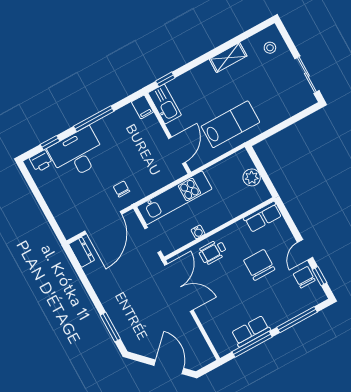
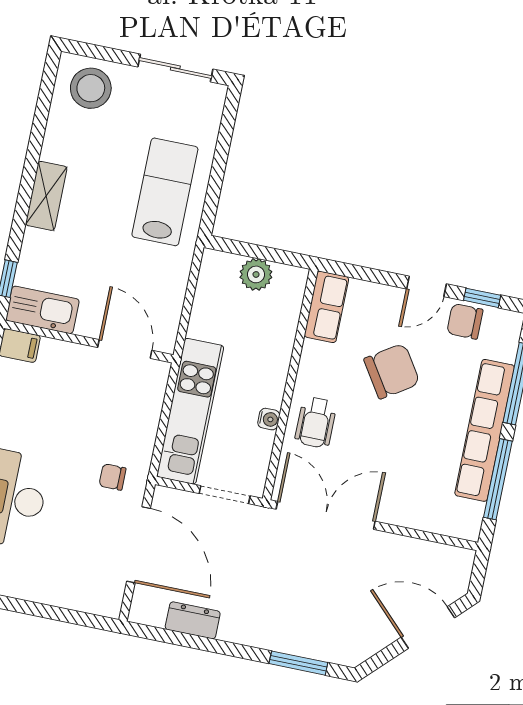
stool: (270, 48) -> (91, 88), width x1.89, depth x1.89
shelving: (228, 58) -> (46, 196), moved
lab bench: (230, 124) -> (165, 192), moved
door: (305, 250) -> (426, 286), hinge flipped
dresser: (82, 252) -> (193, 620), moved
chair: (259, 265) -> (392, 371), turned 147
row of seats: (251, 331) -> (485, 430), width x2.02

